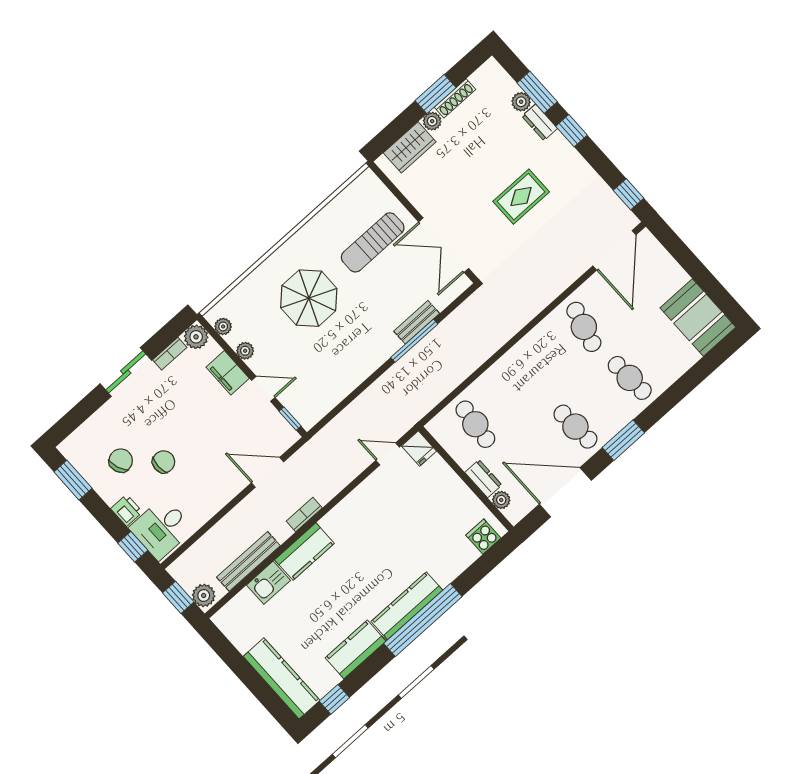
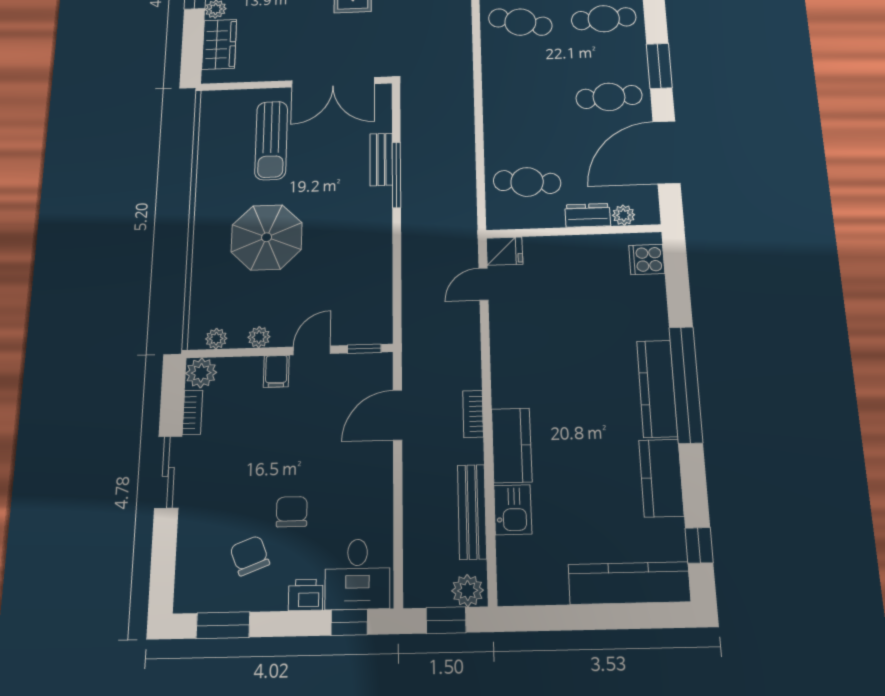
filing cabinet: (228, 373) -> (276, 371), width x0.50

